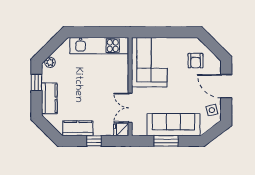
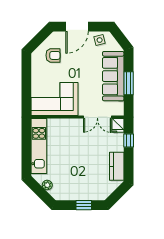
plant: (50, 62) -> (47, 185), moved
window: (36, 82) -> (84, 205), moved
kitchen counter: (49, 98) -> (89, 193), removed
window: (94, 141) -> (129, 140), moved

